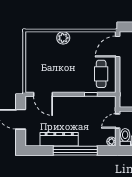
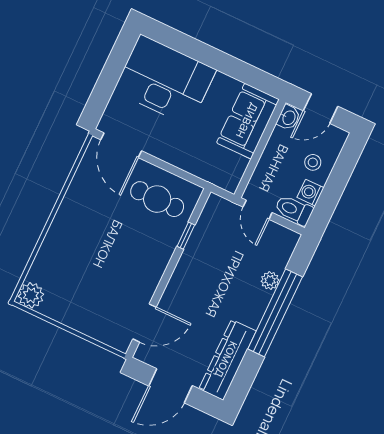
plant: (63, 38) -> (31, 295), moved
dresser: (59, 139) -> (227, 360), moved
plant: (111, 142) -> (270, 281), moved

